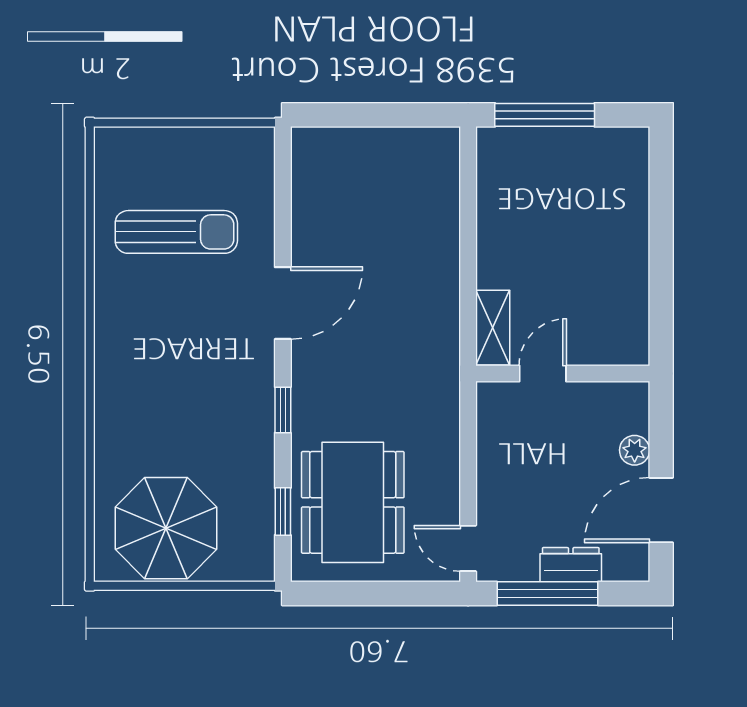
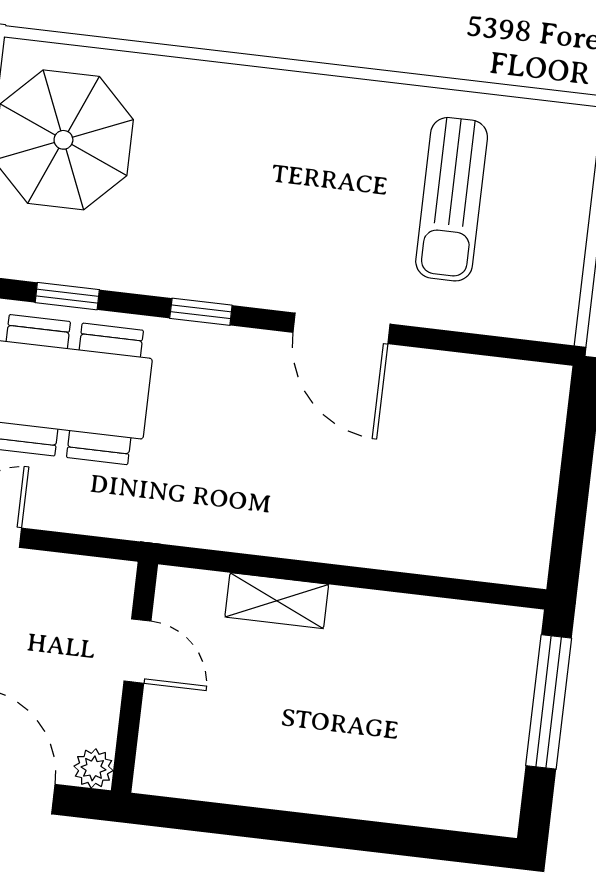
door: (543, 374) -> (138, 651), moved
wall: (563, 374) -> (134, 677), moved

